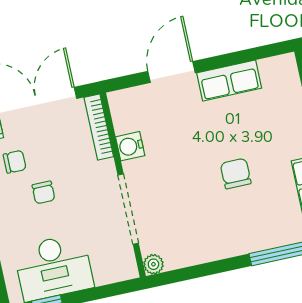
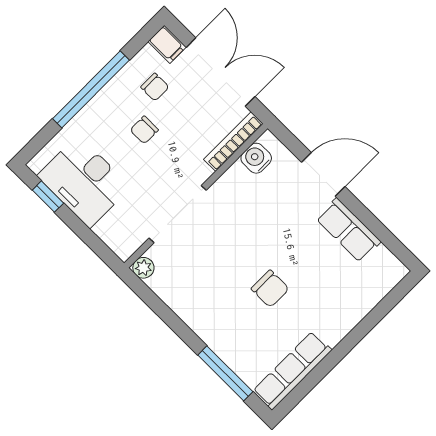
water cooler: (130, 146) -> (256, 158), moved
chair: (236, 174) -> (270, 289), turned 90

